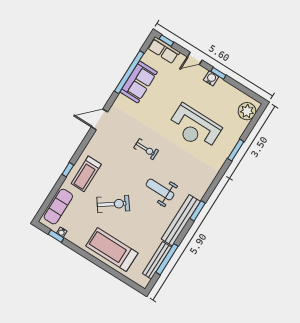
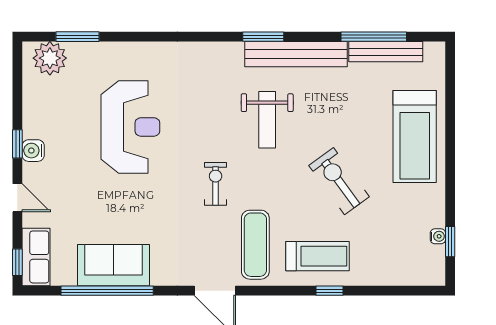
window: (236, 150) -> (78, 37), moved
exercise mat: (58, 207) -> (255, 245), moved, turned 90

